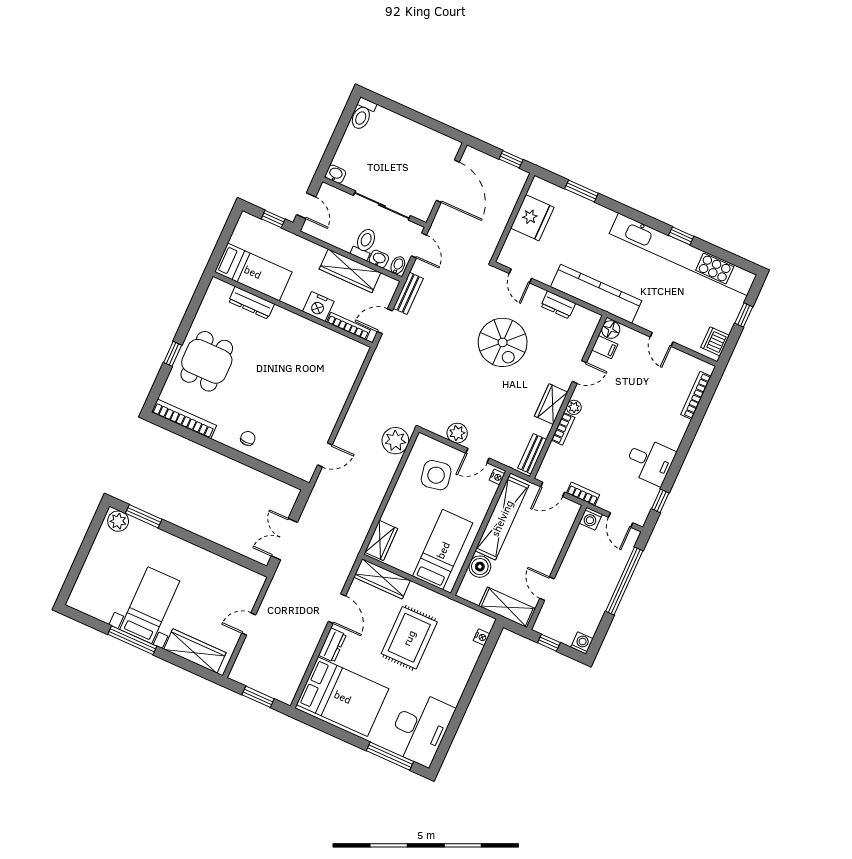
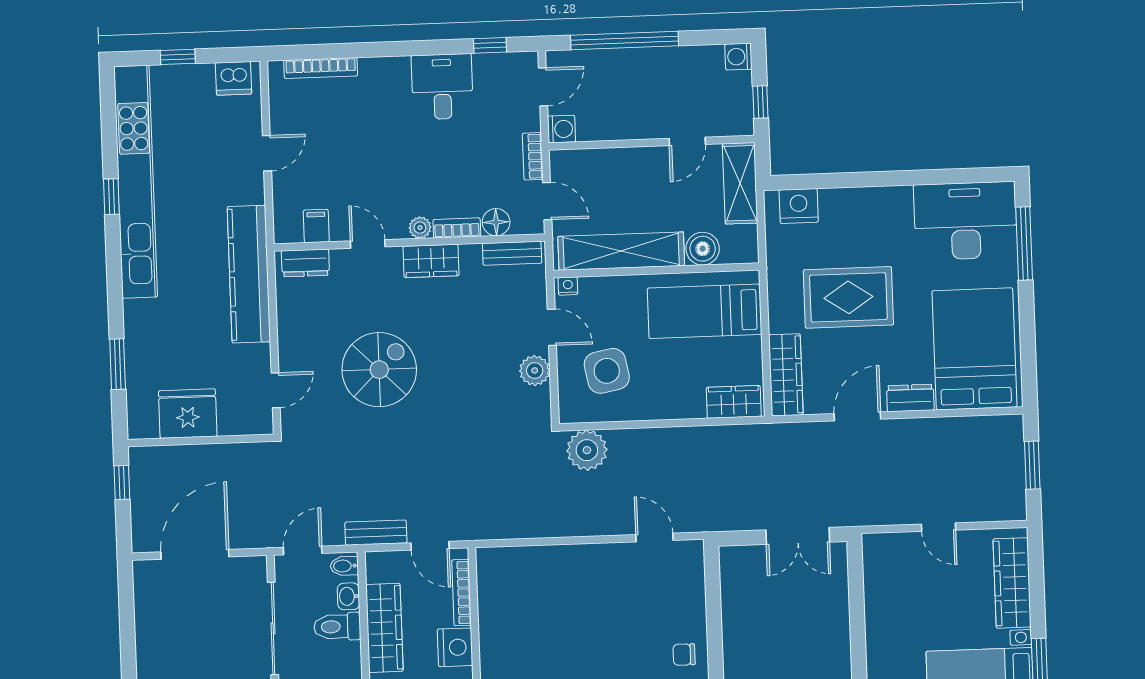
dresser: (558, 305) -> (305, 263), moved, turned 90
floor lamp: (611, 330) -> (496, 222), moved
nightstand: (482, 637) -> (799, 206), width x1.89, depth x1.79

